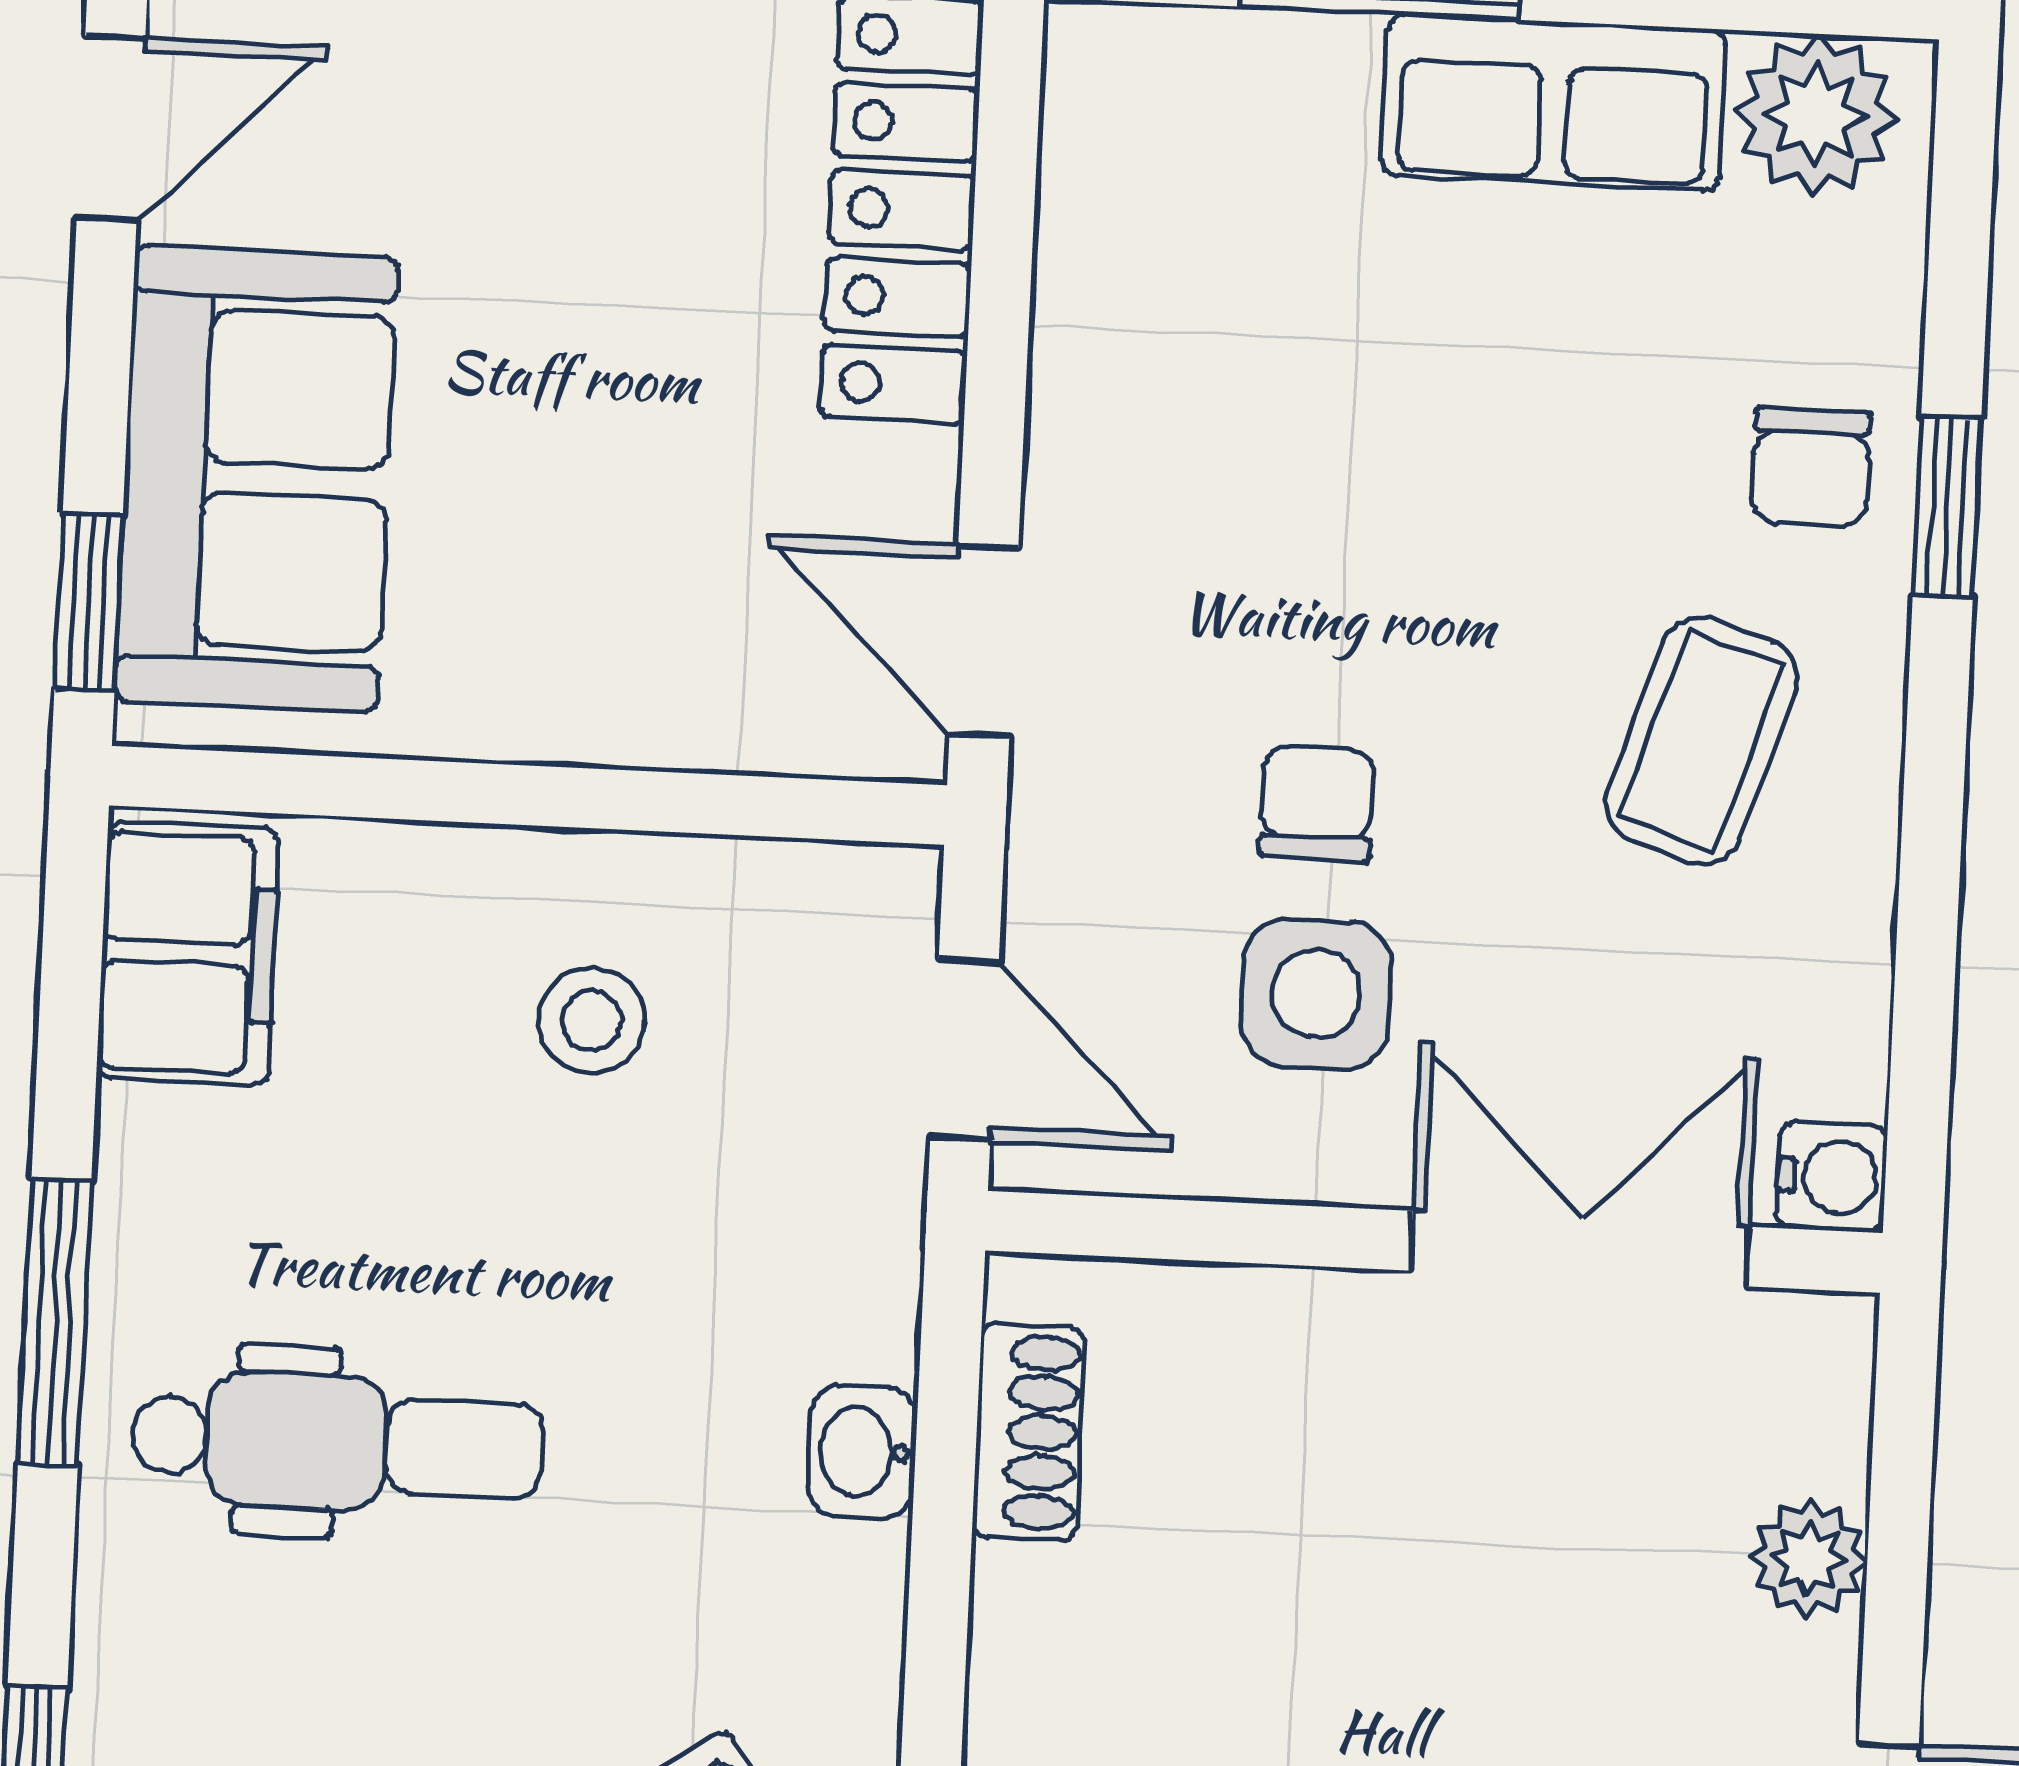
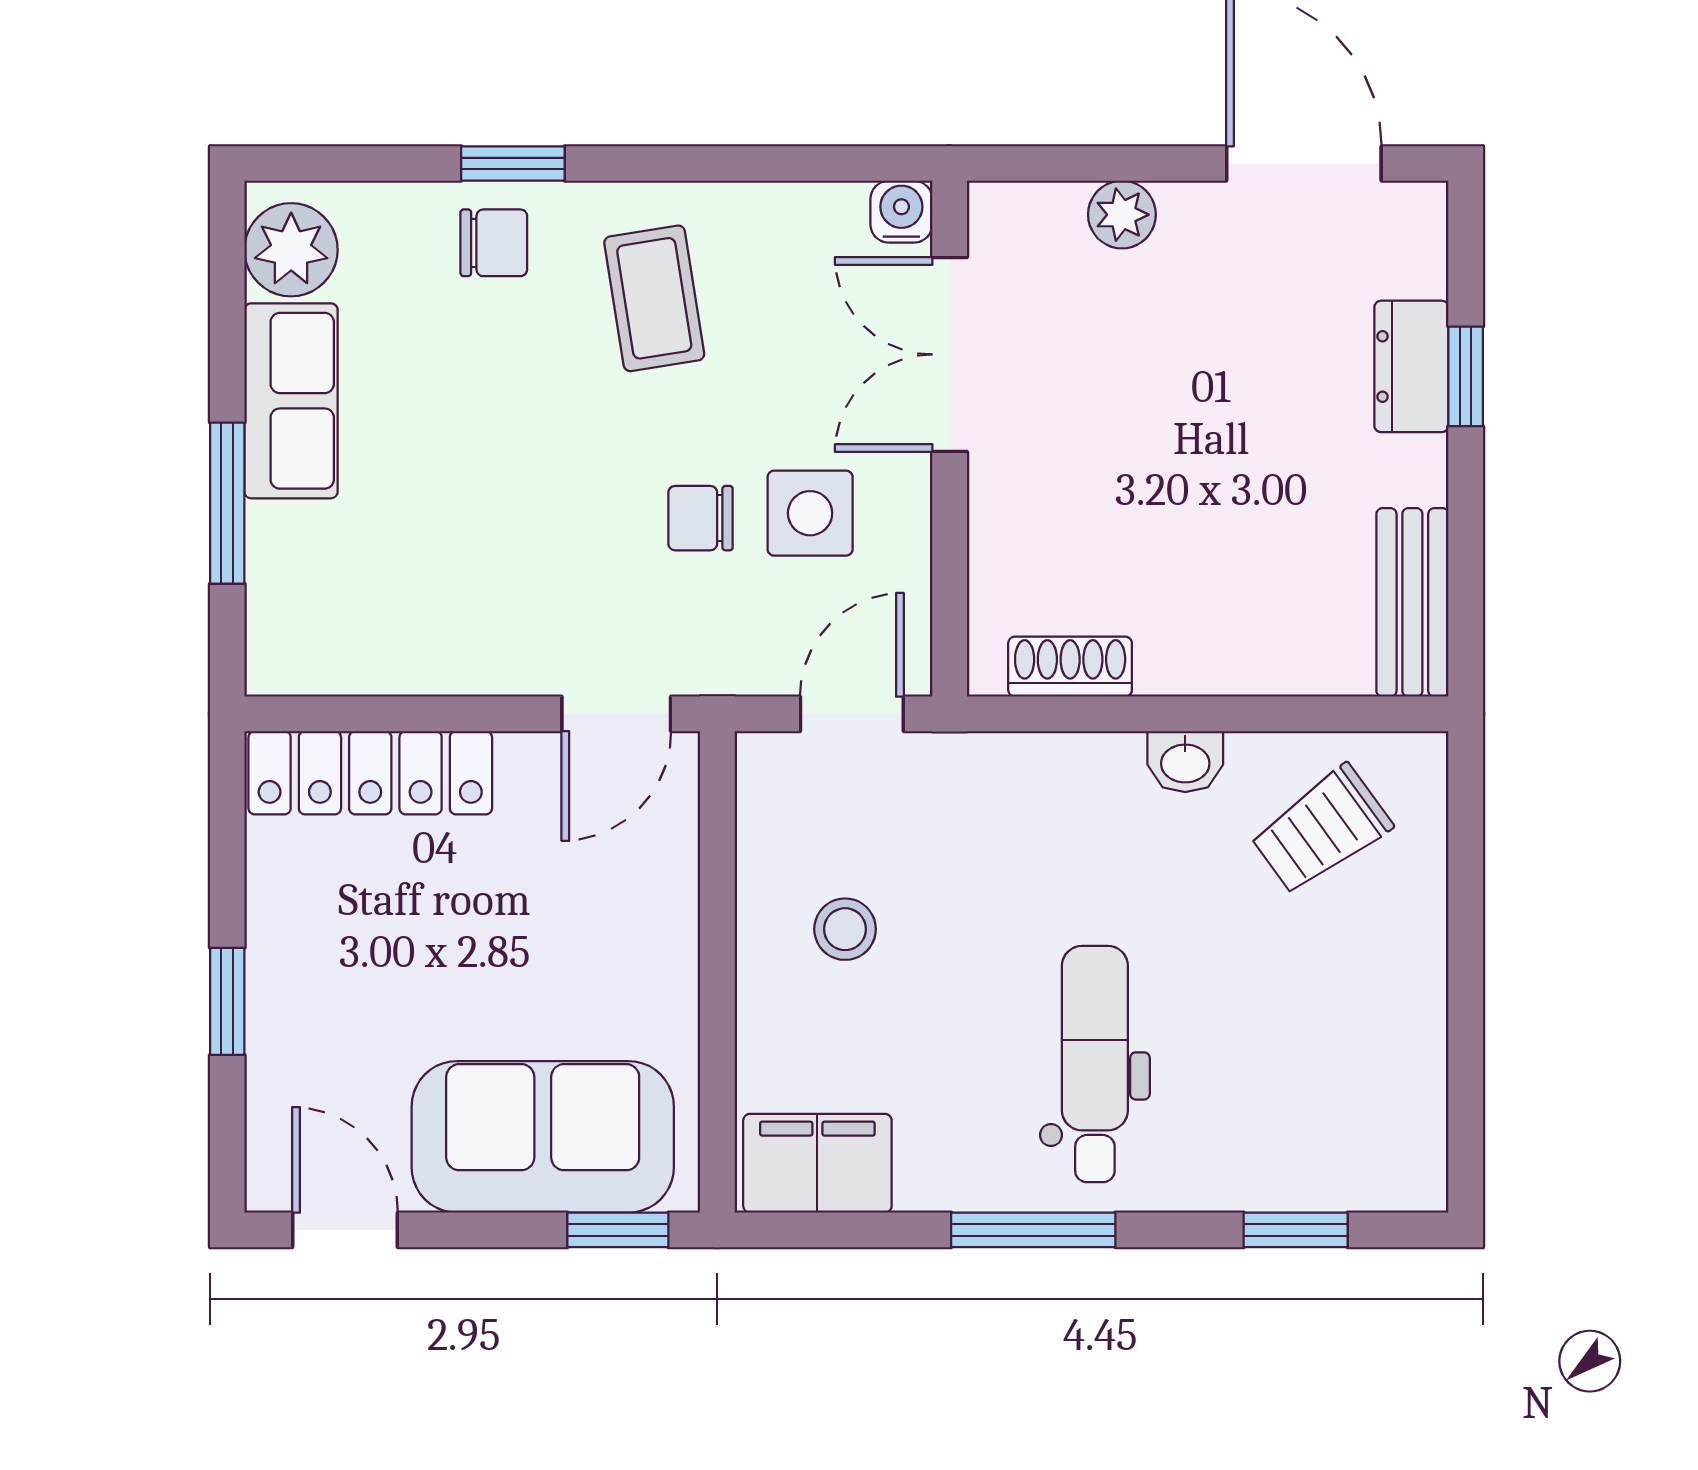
coffee table: (1702, 741) -> (654, 298), turned 63
washbasin: (863, 1452) -> (1185, 762), moved

